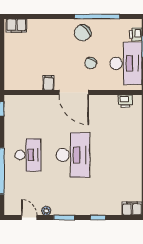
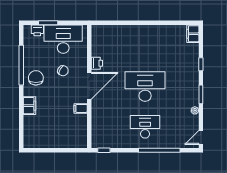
filing cabinet: (16, 26) -> (29, 106), moved
chair: (83, 33) -> (36, 78), turned -139
printer: (125, 101) -> (97, 63), moved
door: (29, 217) -> (201, 137), moved

